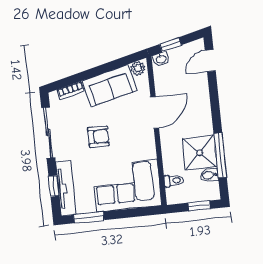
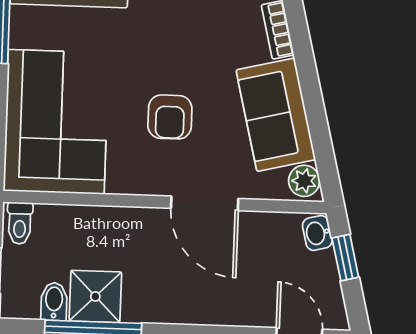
armchair: (98, 137) -> (170, 117), moved
shower: (200, 153) -> (95, 296), width x0.73, depth x0.73
toilet: (174, 181) -> (20, 223), moved

